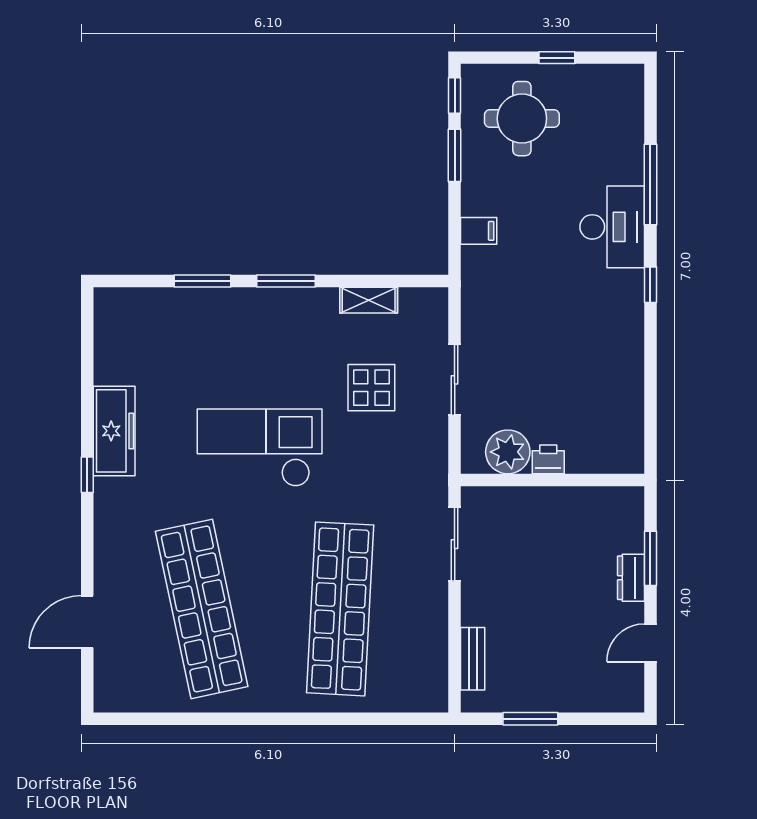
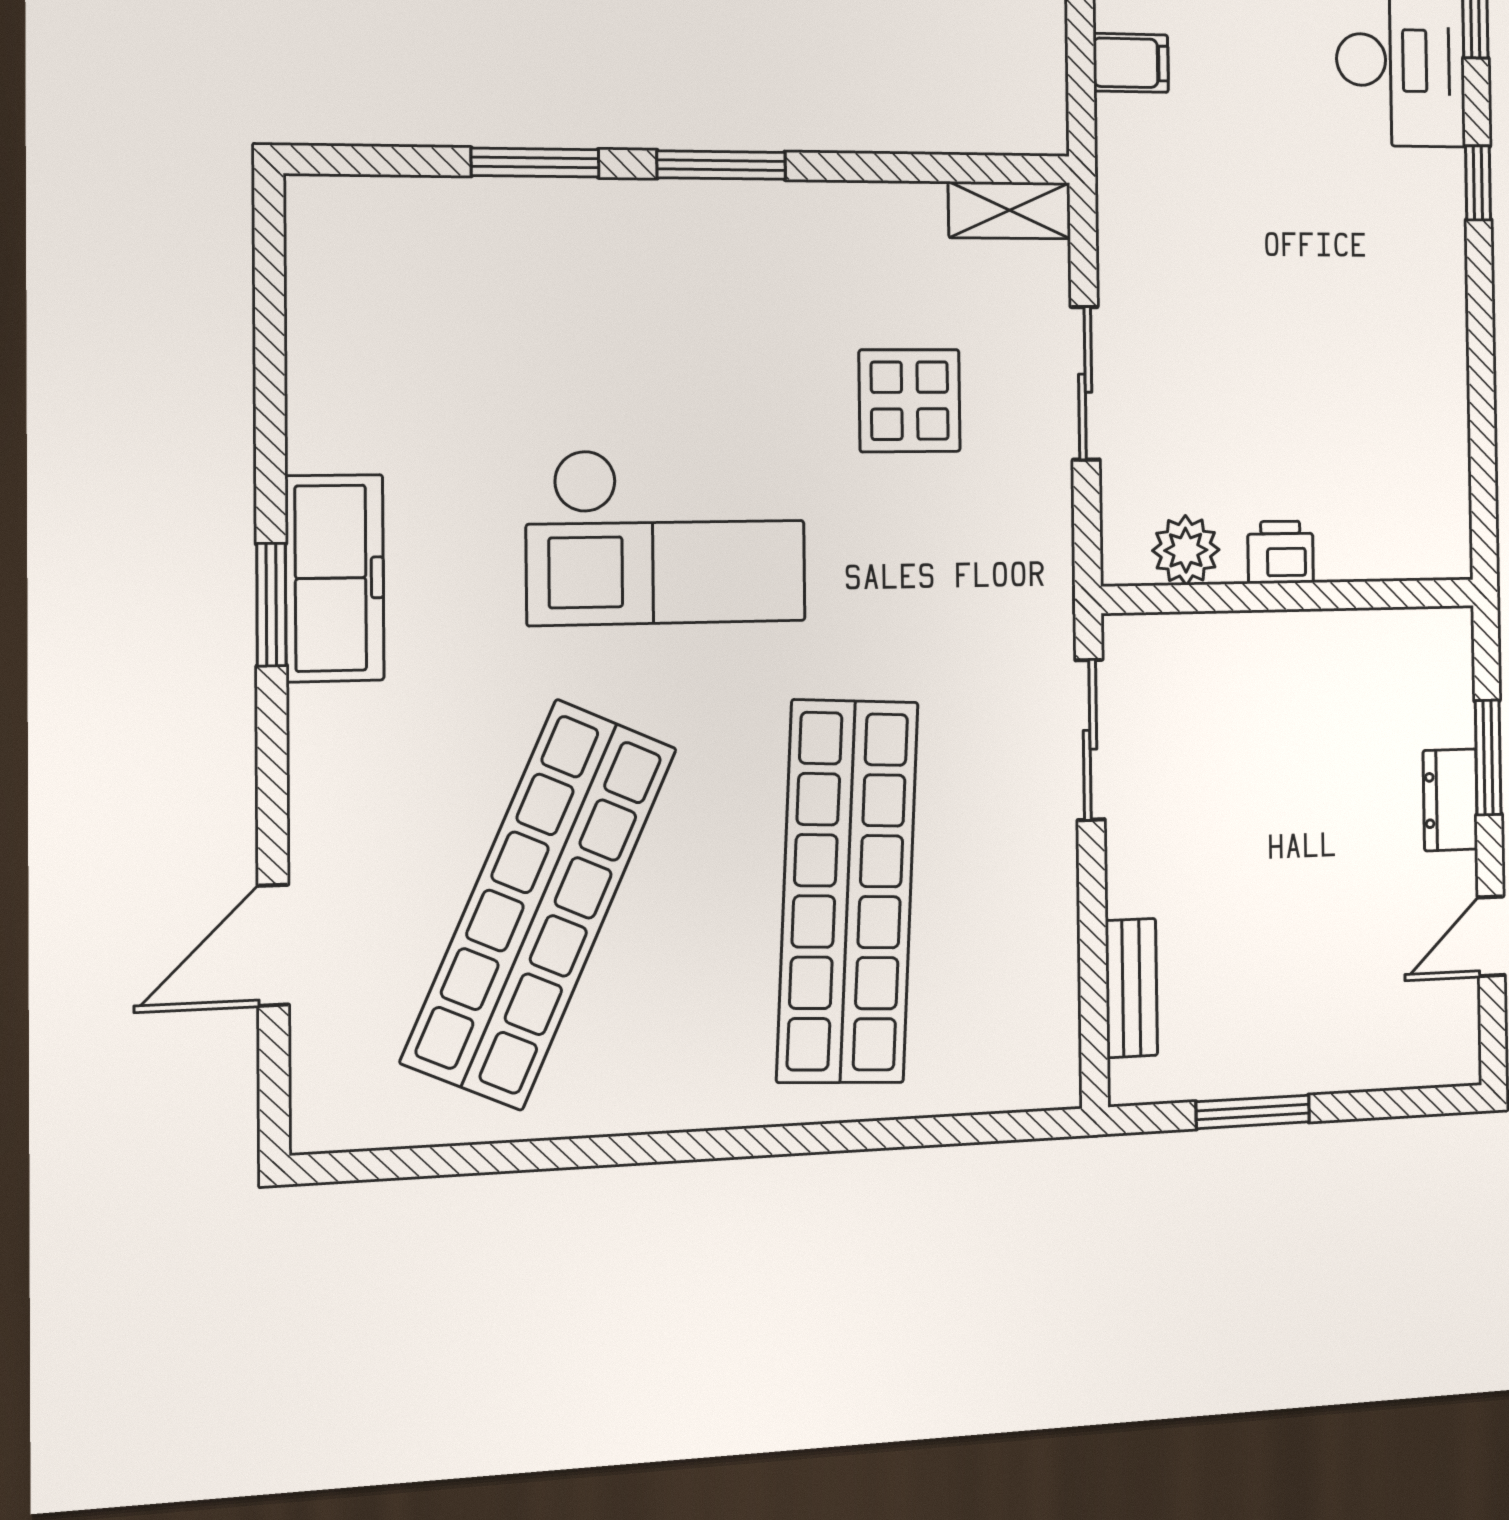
shelving: (369, 300) -> (1010, 210), moved
freezer: (114, 431) -> (335, 578), moved
checkout: (260, 448) -> (666, 536), turned 180
plant: (508, 452) -> (1186, 550), width x0.73, depth x0.73
window: (87, 475) -> (271, 605), width x1.50
shop shelf: (202, 609) -> (539, 904), turned 36

